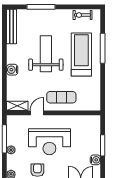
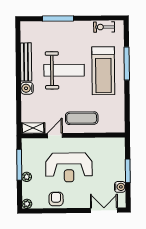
bench: (12, 26) -> (26, 62), moved
weight bench: (46, 54) -> (64, 70), turned 90
treadmill: (81, 55) -> (103, 71), turned 180

